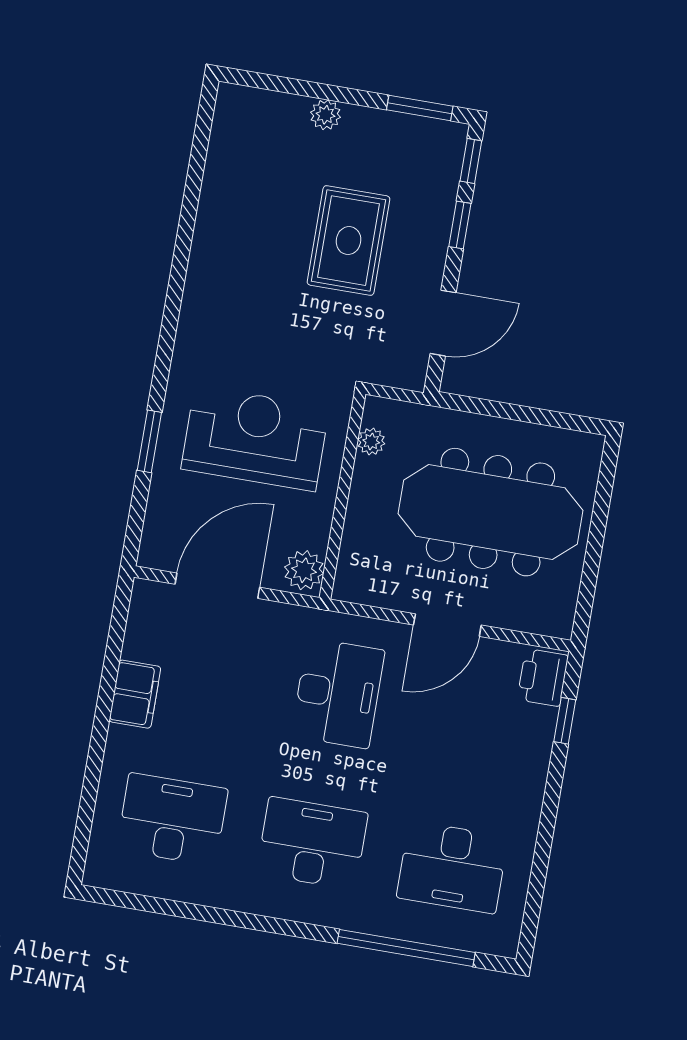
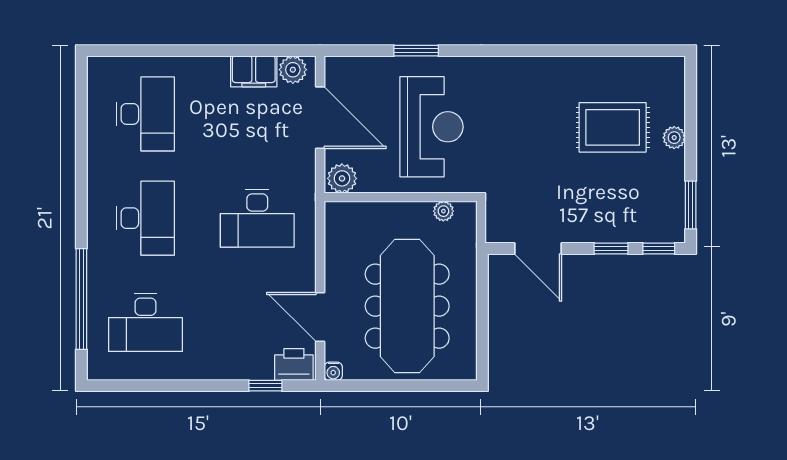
rug: (349, 241) -> (613, 127), moved
plant: (147, 611) -> (293, 70), added
door: (447, 625) -> (320, 317), moved
water cooler: (561, 626) -> (333, 371), added
filing cabinet: (135, 694) -> (254, 71), moved
desk: (452, 867) -> (145, 322), turned -90

